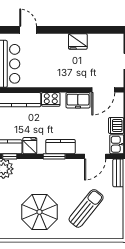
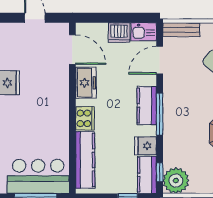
window: (54, 156) -> (160, 114), width x1.44
door: (95, 156) -> (160, 60), swing flipped

